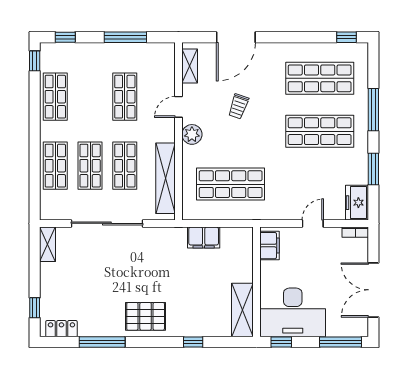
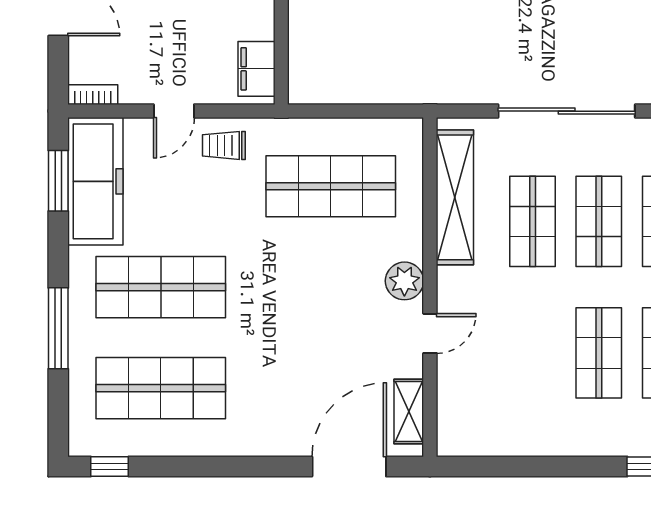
window: (125, 37) -> (532, 467), removed
door: (236, 37) -> (349, 467), moved
shop shelf: (125, 97) -> (599, 353), moved
trolley: (238, 106) -> (224, 145), moved, turned -109
window: (373, 169) -> (58, 181), moved
freezer: (357, 203) -> (95, 181), width x1.91, depth x1.26
filing cabinet: (204, 238) -> (382, 84), removed

